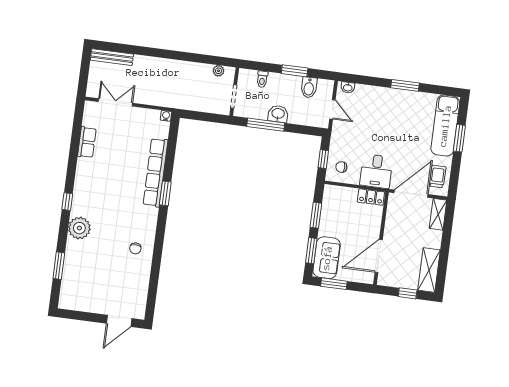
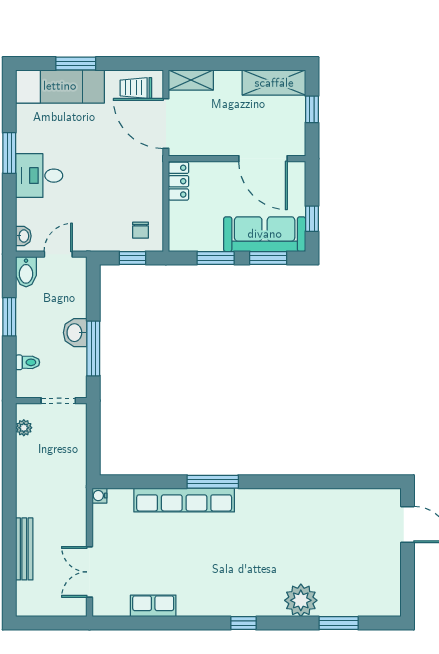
bench: (112, 57) -> (24, 549), moved
bidet: (309, 87) -> (26, 272), moved, turned 90
desk: (376, 171) -> (39, 176), moved, turned 180
window: (165, 193) -> (213, 482), width x1.44
plant: (79, 228) -> (301, 600), moved
chair: (135, 248) -> (299, 515), removed
sofa: (327, 258) -> (265, 234), width x1.36
window: (334, 284) -> (312, 219), width x0.67

